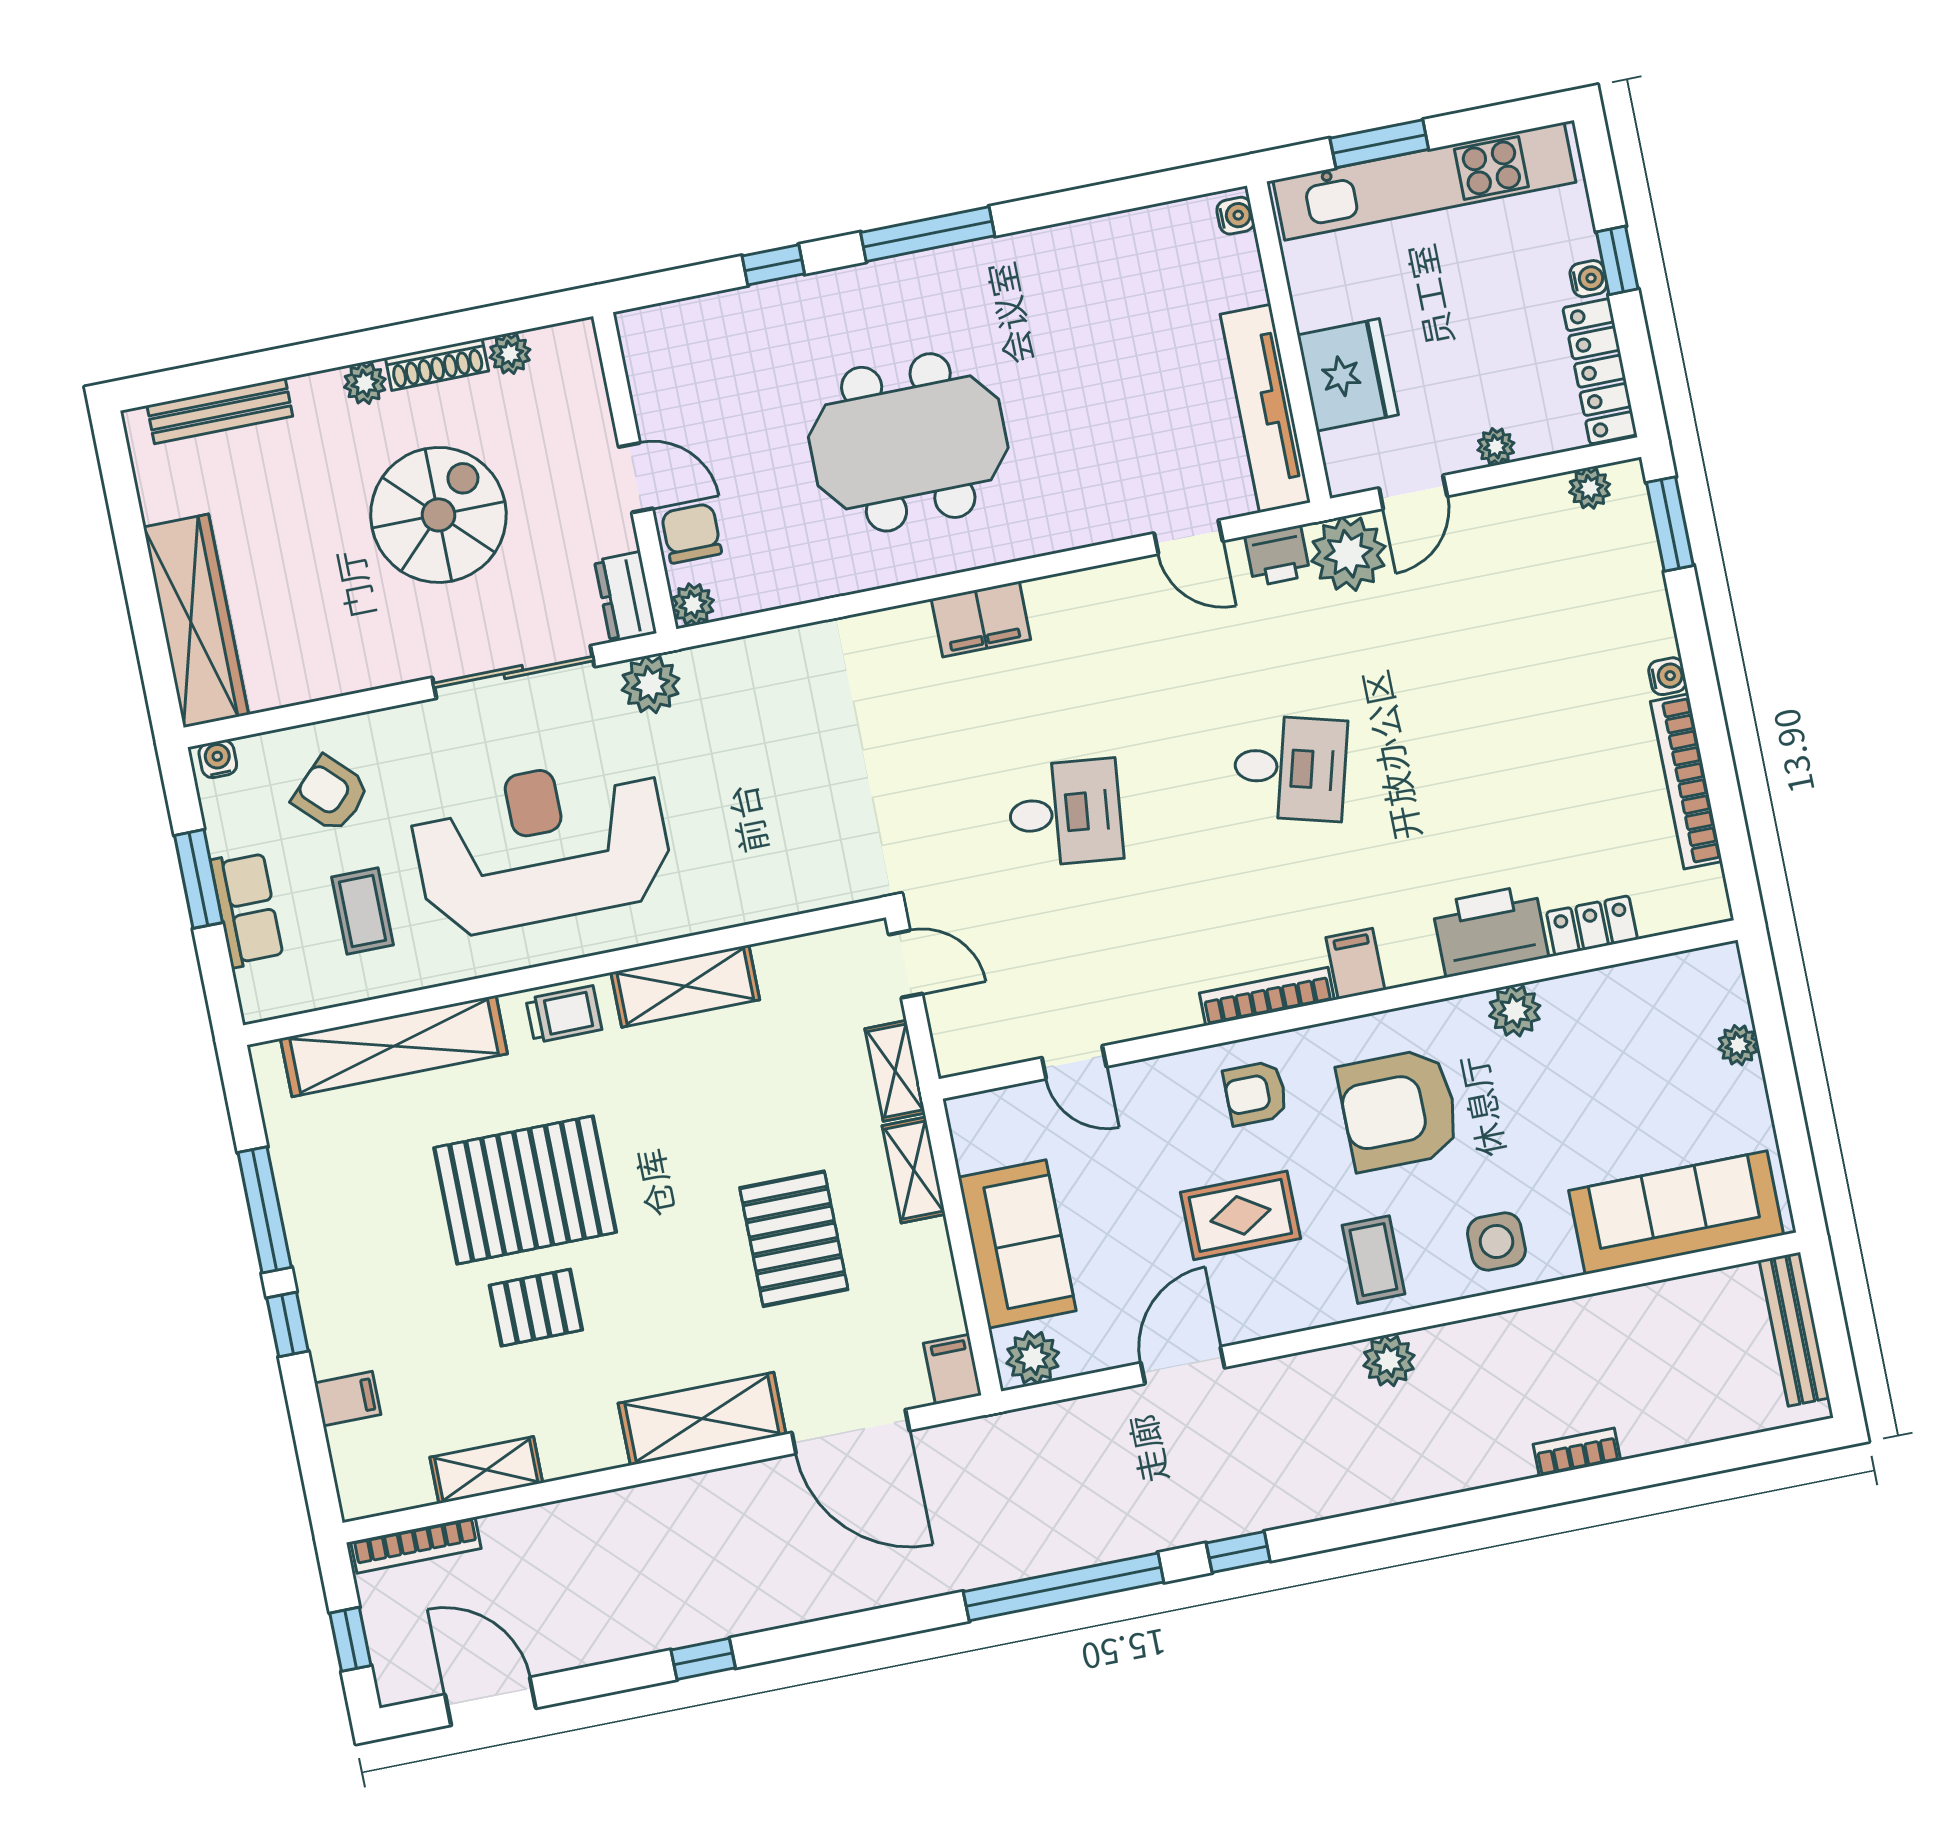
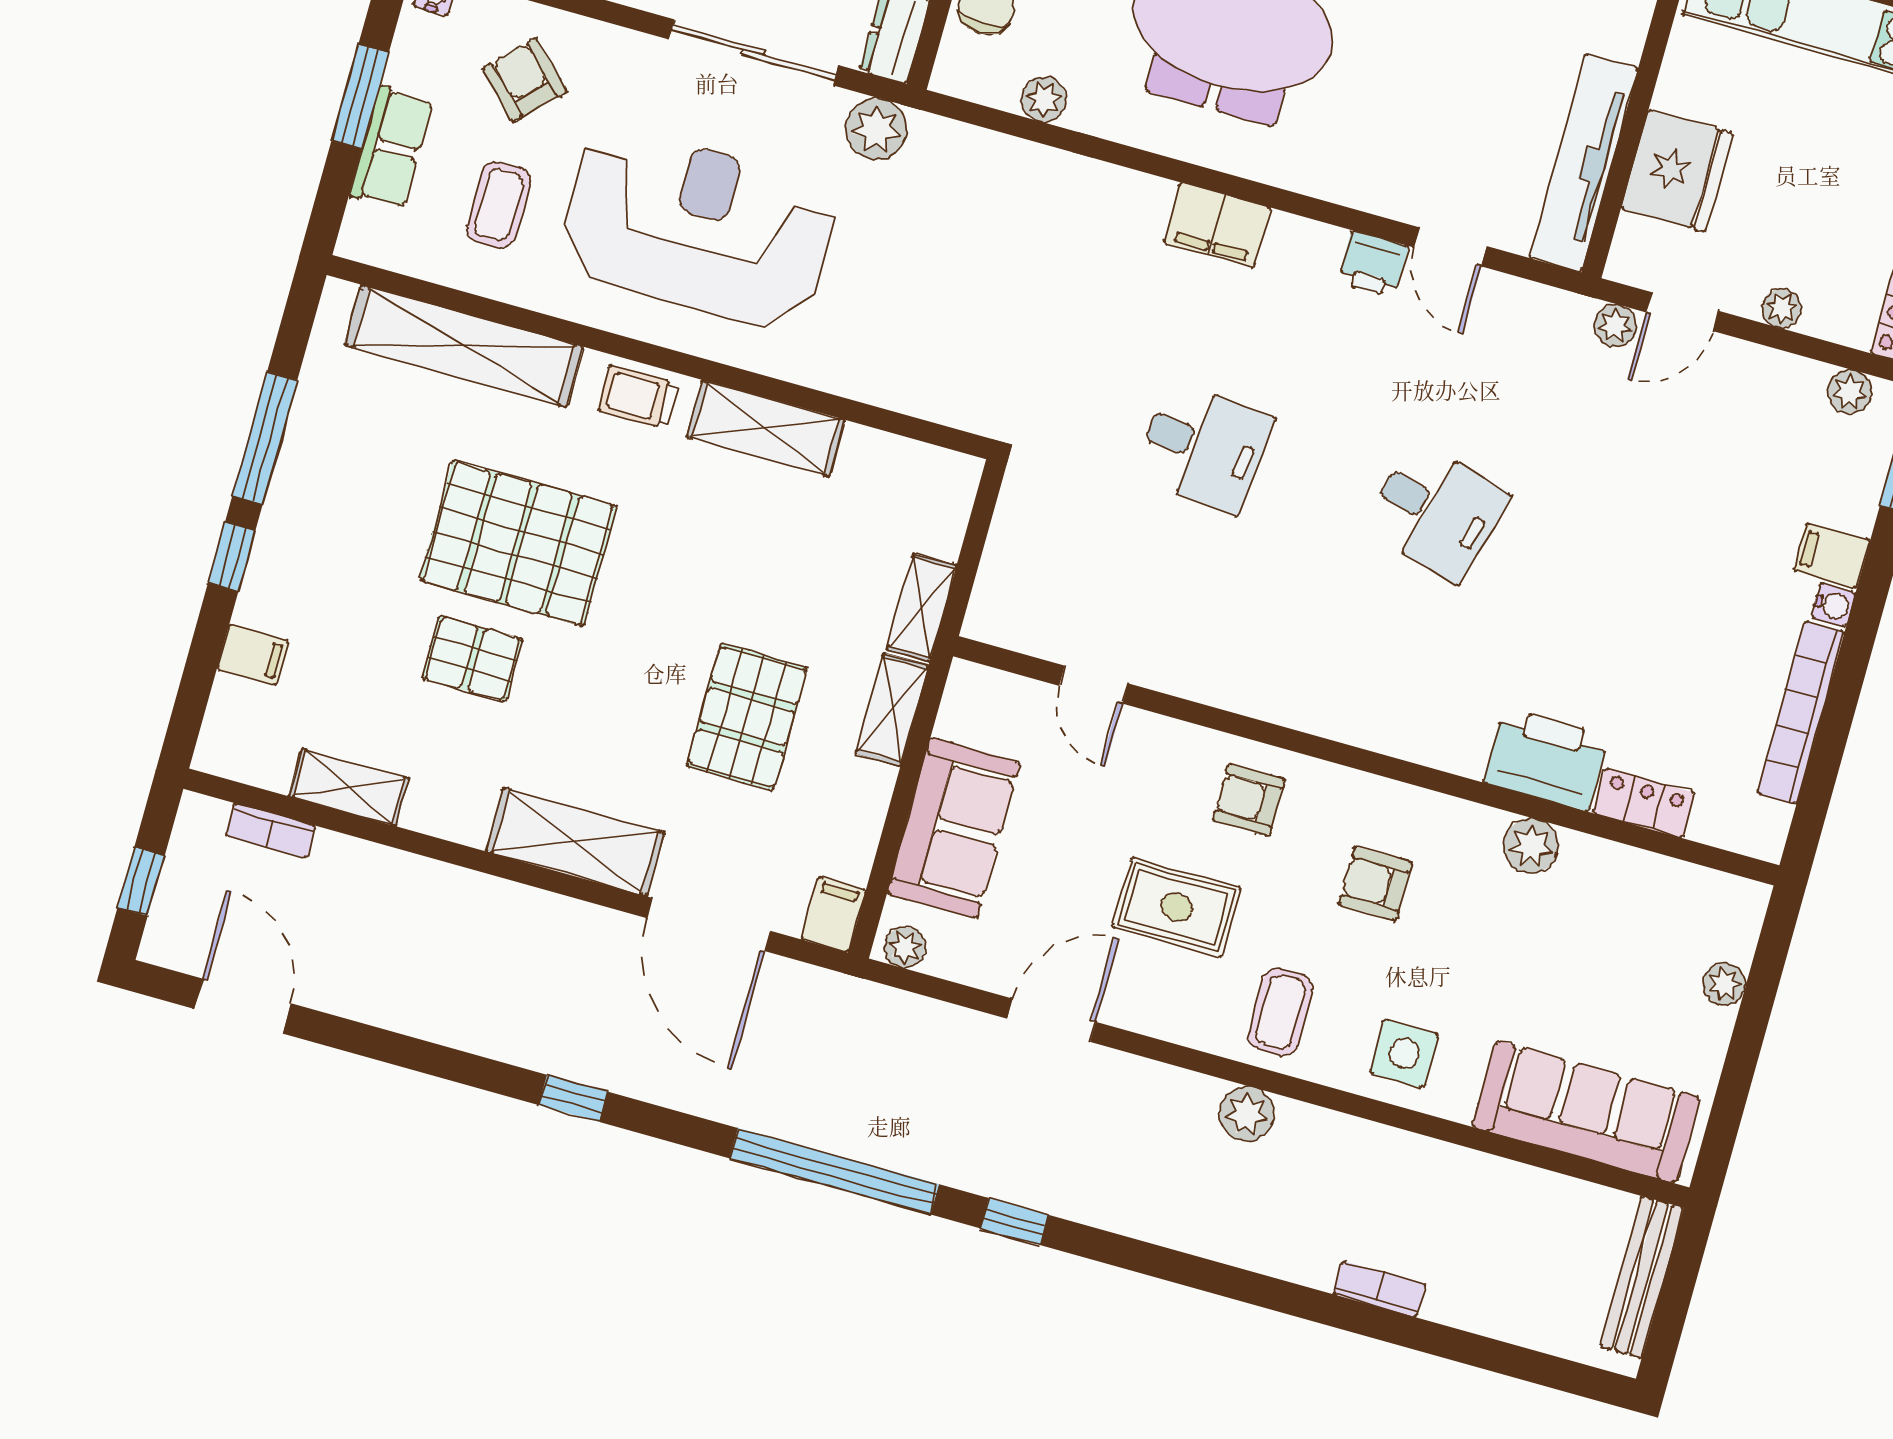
plant: (1348, 554) -> (1615, 326), width x0.53, depth x0.53
printer: (1277, 556) -> (1373, 264), moved
plant: (693, 604) -> (1044, 99), moved
door: (905, 964) -> (982, 512), removed
filing cabinet: (1355, 964) -> (1832, 555), moved, turned -90
bookcase: (1267, 996) -> (1306, 715), removed
trolley: (564, 1014) -> (638, 397), turned 180
armchair: (1399, 1110) -> (1375, 883), width x0.53, depth x0.53
plant: (1033, 1358) -> (905, 947), width x0.73, depth x0.73
bookcase: (416, 1545) -> (270, 831), width x0.64
window: (703, 1659) -> (573, 1098), moved

